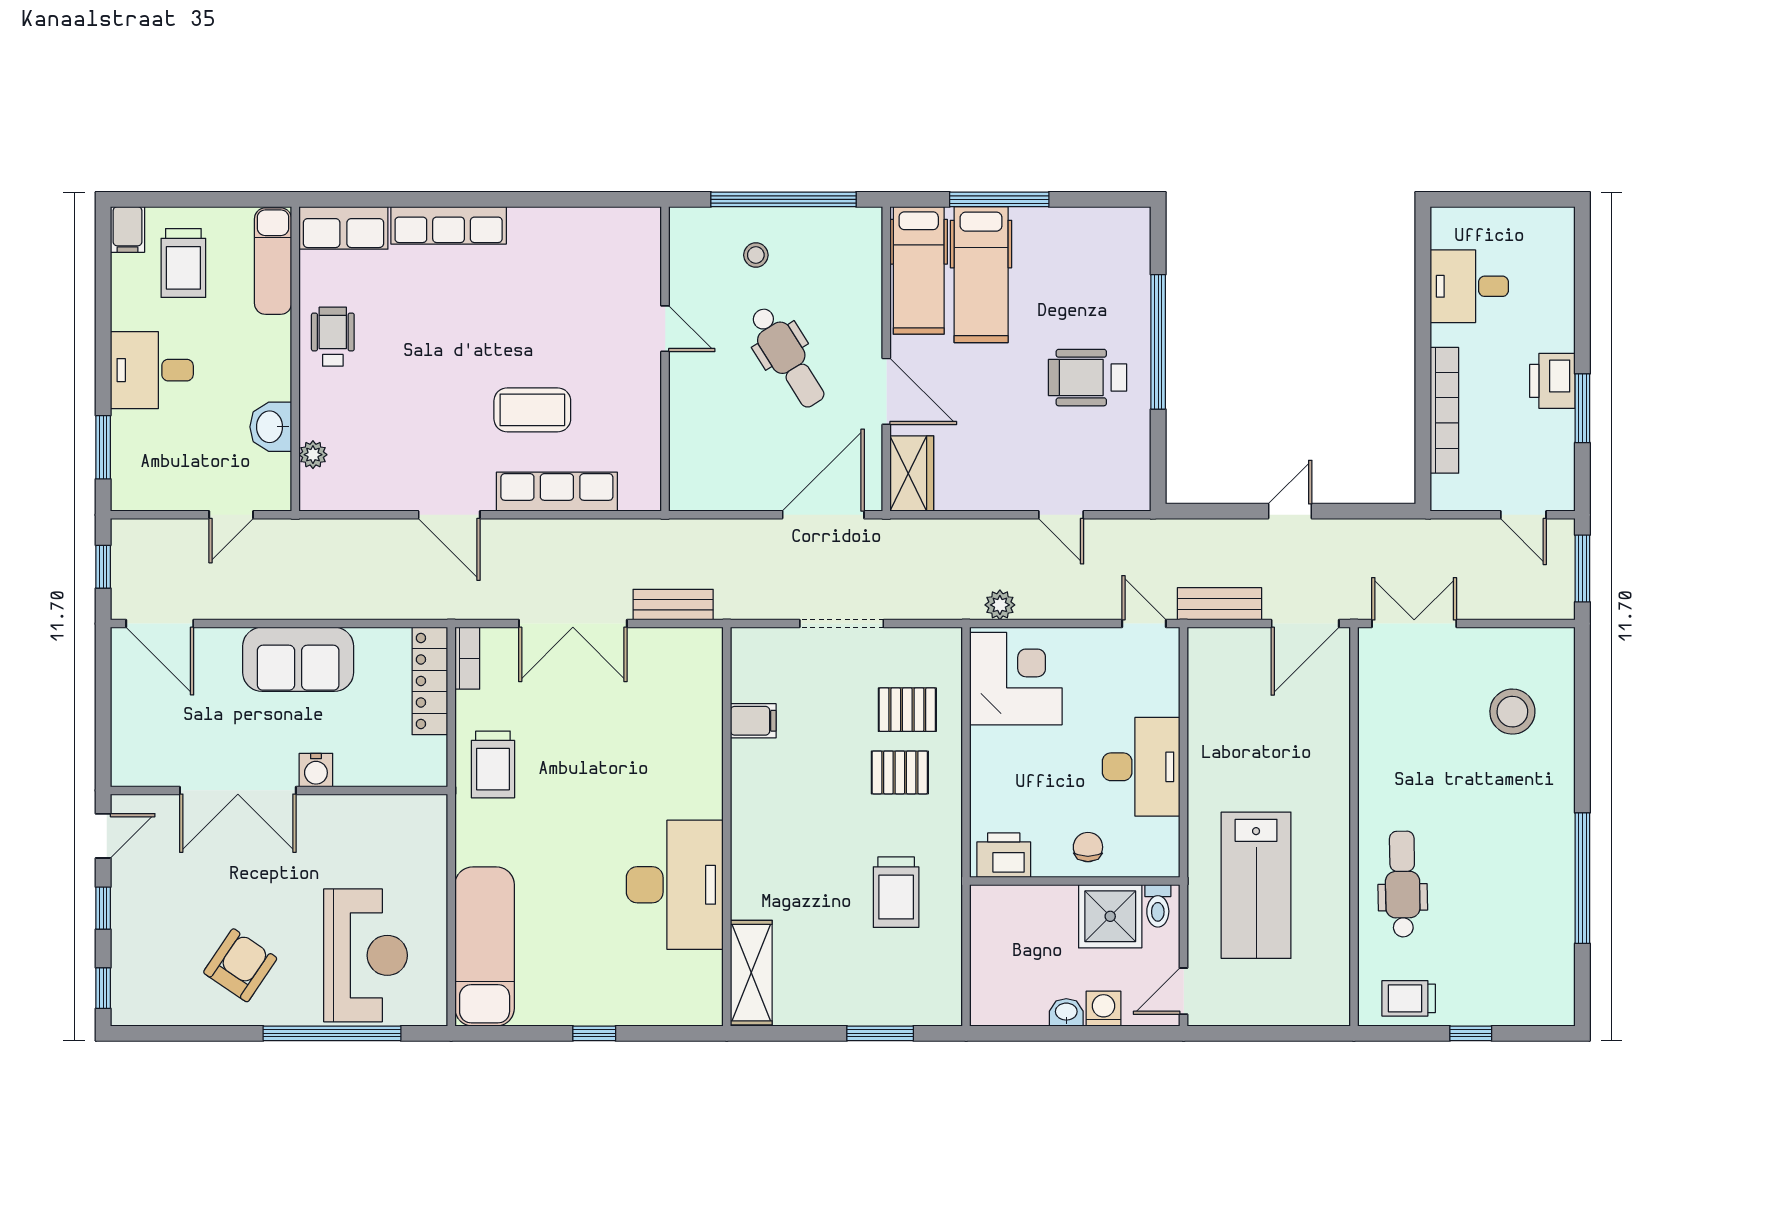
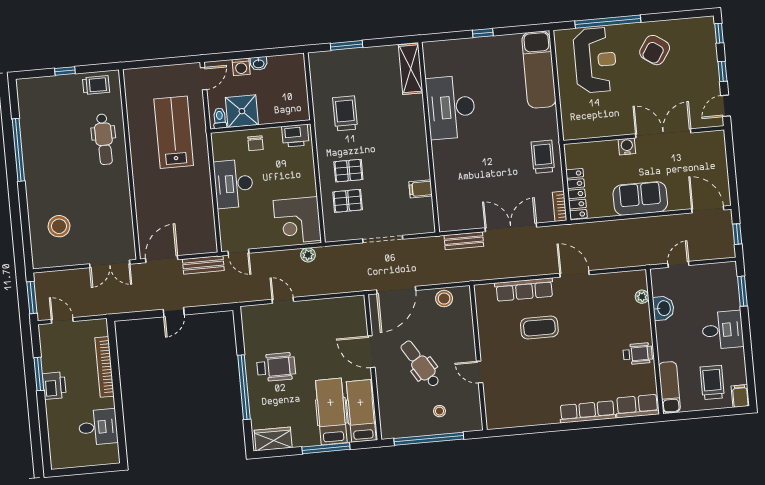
wheelchair: (333, 337) -> (638, 354), turned -90
wardrobe: (912, 474) -> (273, 439), moved, turned 90
stool: (725, 488) -> (444, 299), added
reception desk: (366, 955) -> (595, 60), turned 180

